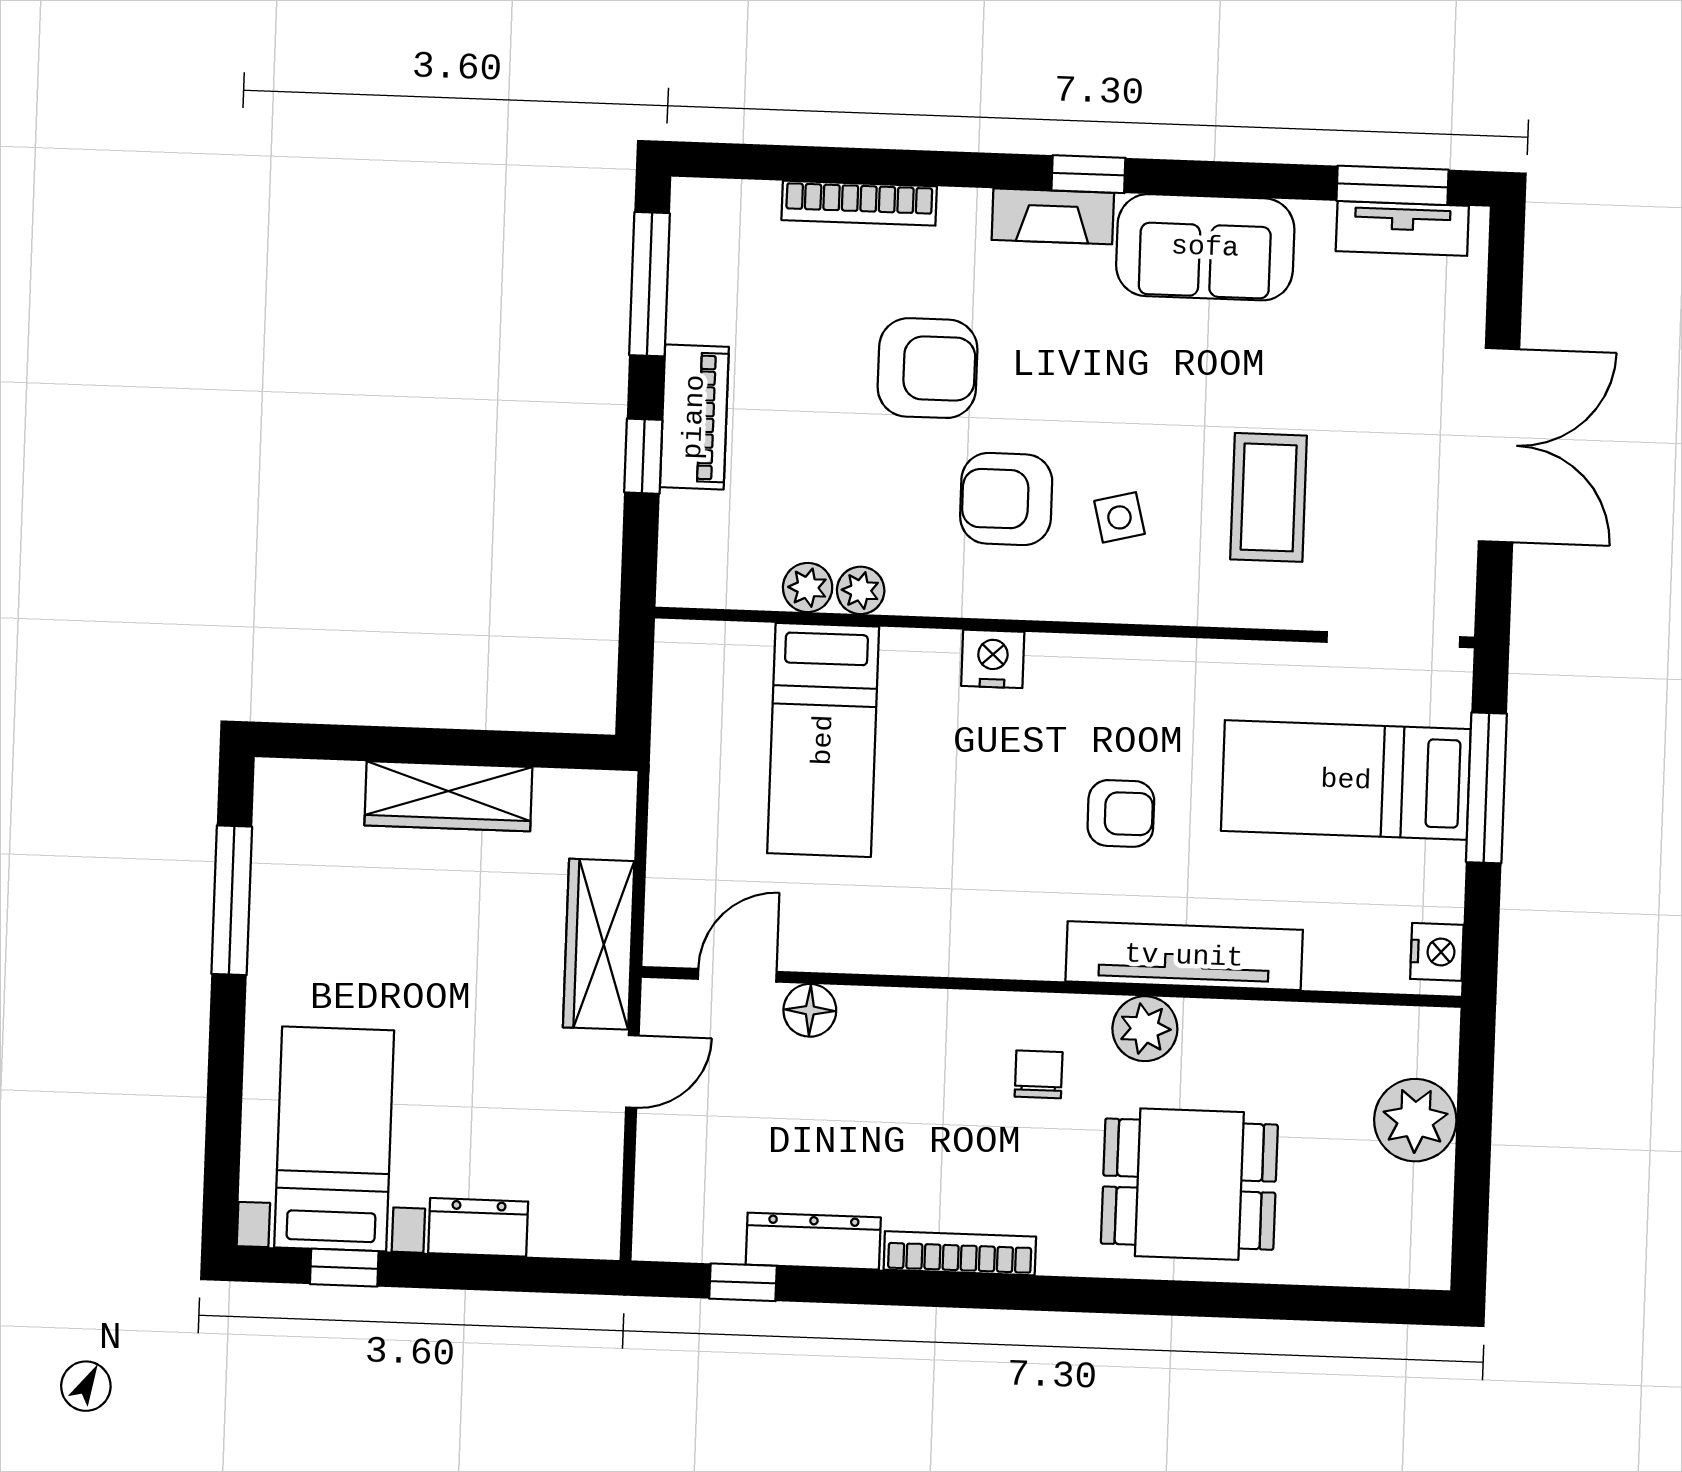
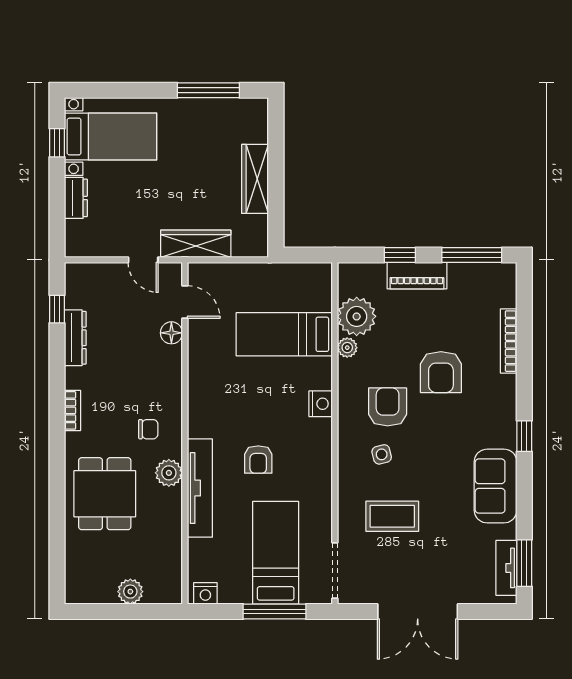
fireplace: (1053, 216) -> (506, 422), removed
plant: (808, 588) -> (357, 316), width x1.87, depth x1.87
plant: (1415, 1120) -> (130, 592), width x0.73, depth x0.73
bookcase: (960, 1253) -> (72, 410), width x0.64

